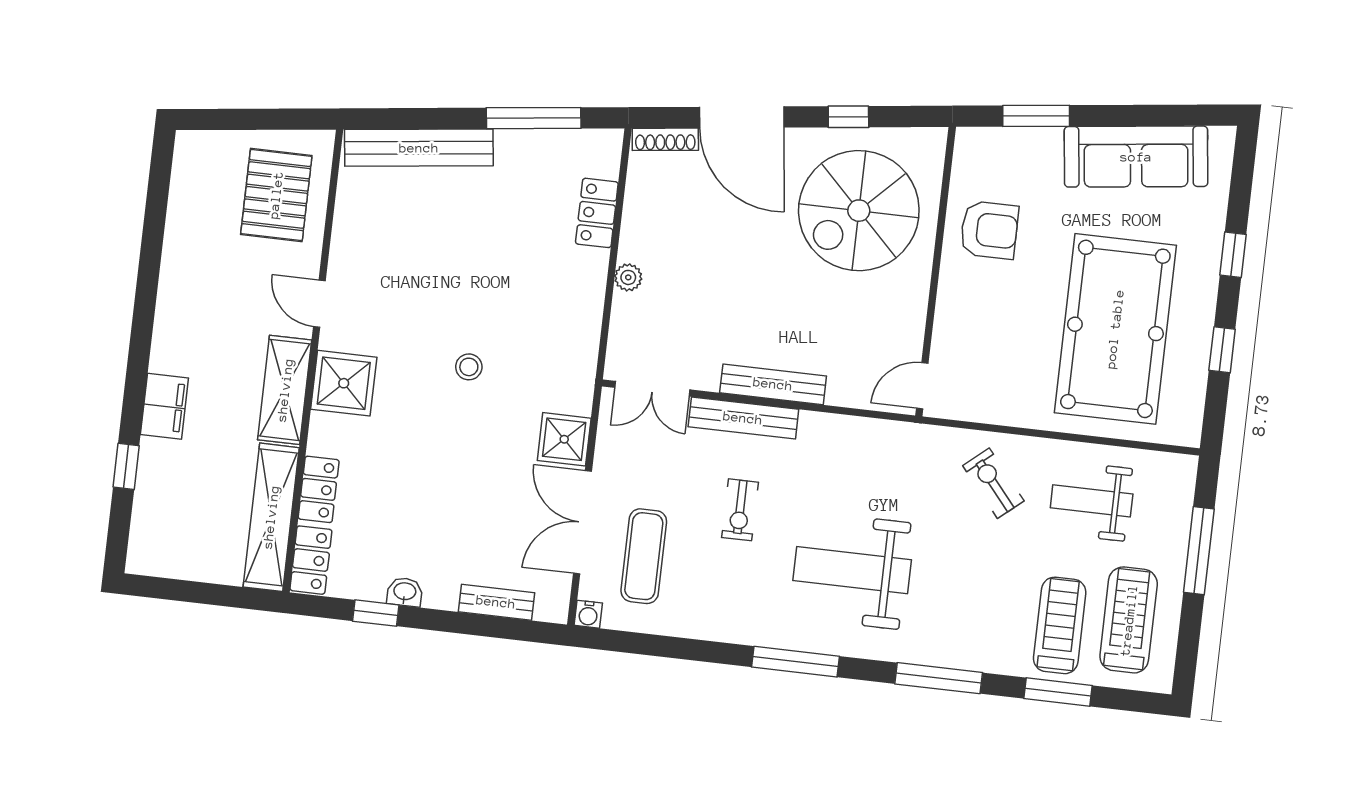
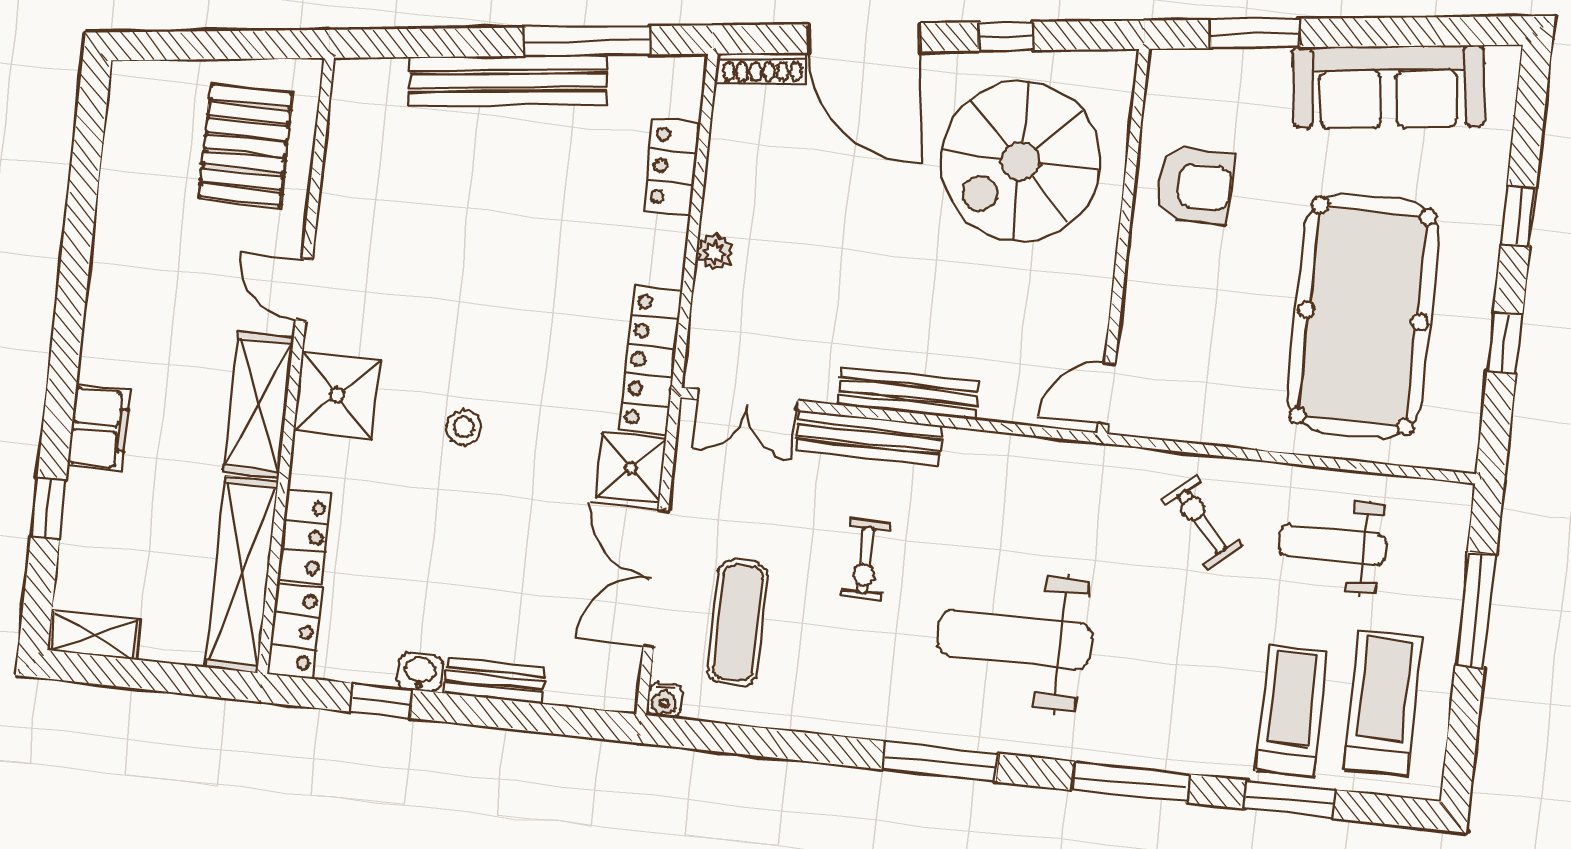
bench: (419, 148) -> (508, 81), moved
locker: (580, 359) -> (651, 361), added
stool: (469, 367) -> (464, 427), moved
shelving: (160, 562) -> (94, 635), added
bench: (496, 602) -> (495, 680), moved

